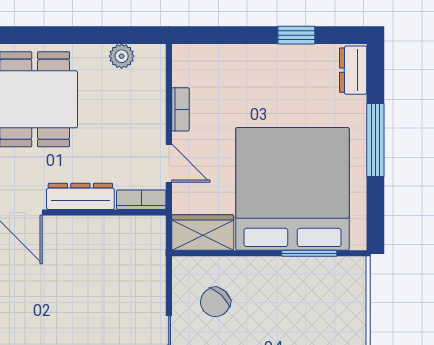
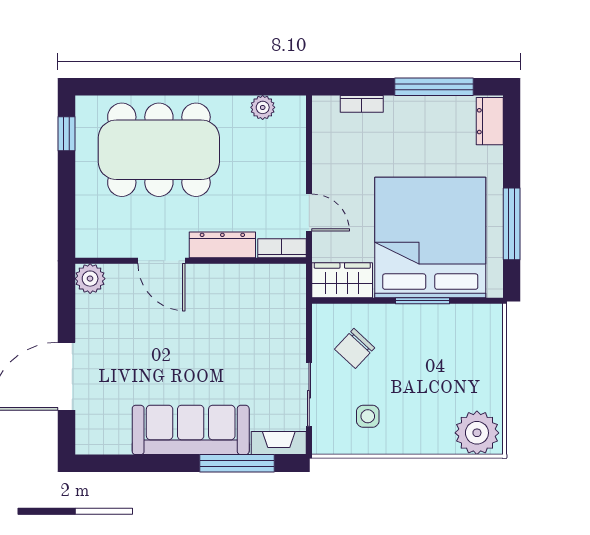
window: (296, 35) -> (434, 87), width x2.17
bookcase: (180, 109) -> (362, 104), moved, turned 90
window: (375, 140) -> (512, 224), moved
window: (309, 253) -> (423, 301), moved

